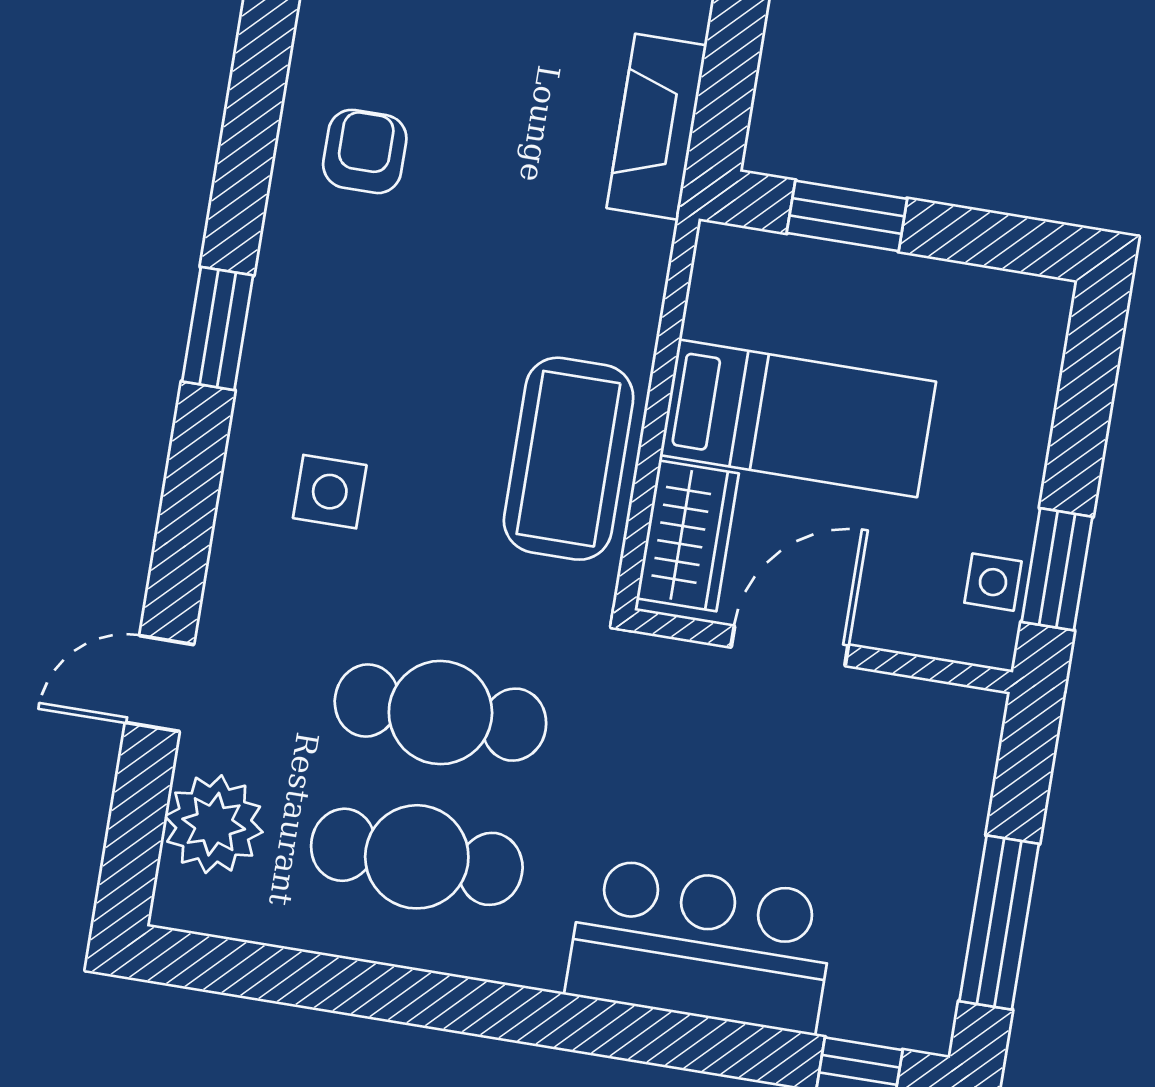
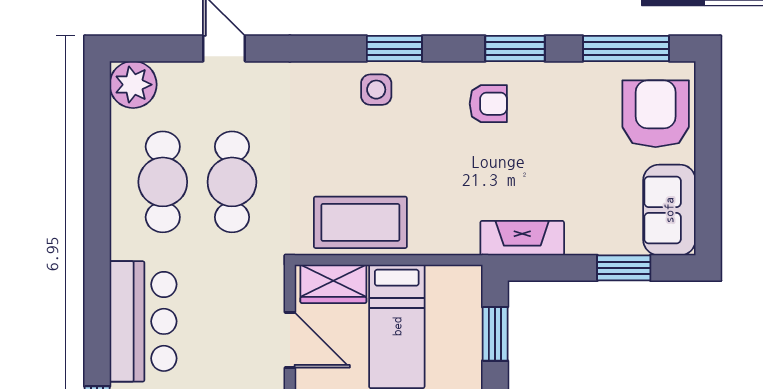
window: (259, 77) -> (515, 49), added
side table: (330, 492) -> (376, 90), moved
plant: (214, 824) -> (133, 85), moved

